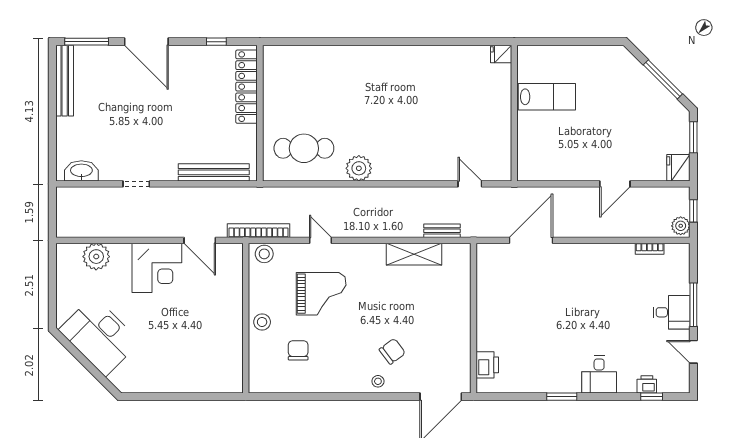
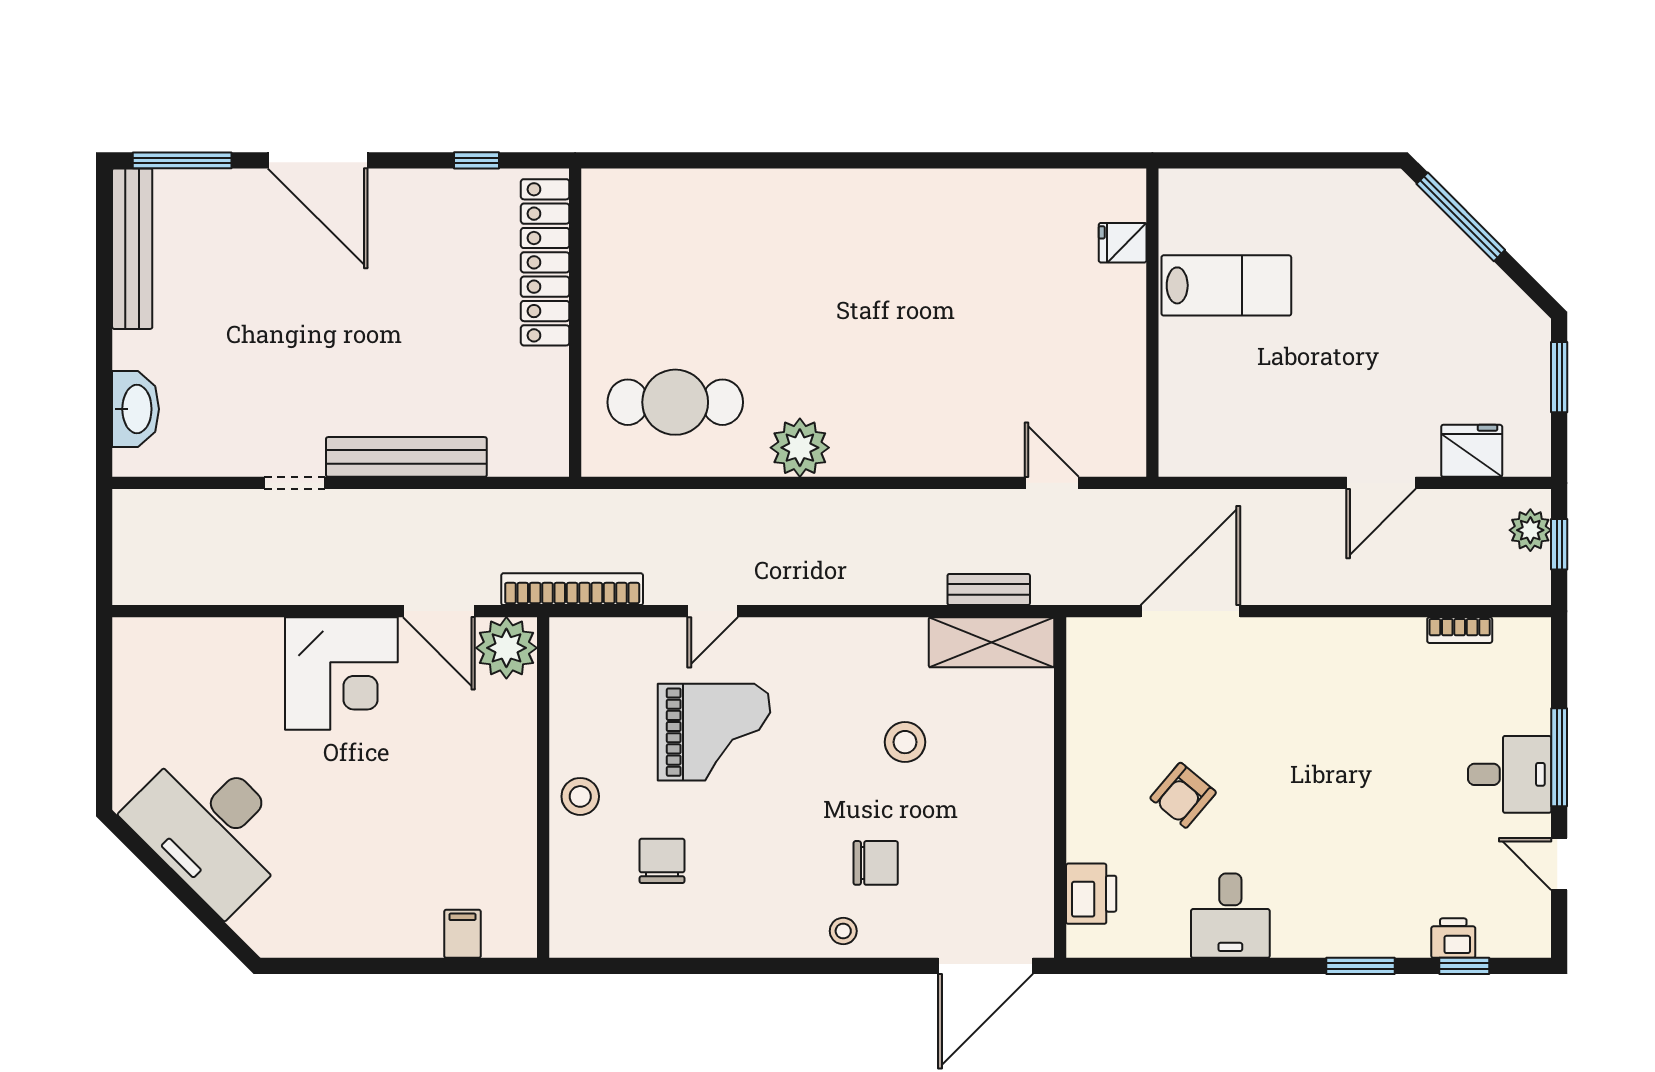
fridge: (501, 54) -> (1123, 243), moved
window: (663, 79) -> (1461, 217), moved
fridge: (678, 168) -> (1472, 451), moved, turned 90
washbasin: (81, 171) -> (136, 409), moved, turned 90
bench: (214, 172) -> (406, 457), moved
plant: (681, 226) -> (1530, 530), moved
door: (320, 240) -> (713, 611), swing flipped
stool: (264, 254) -> (905, 742), moved
shelving: (414, 254) -> (991, 642), moved
plant: (96, 257) -> (506, 648), moved
armchair: (528, 321) -> (1183, 795), added
chair: (392, 351) -> (876, 863), turned 37
desk: (599, 375) -> (1230, 916), moved
filing cabinet: (210, 383) -> (462, 934), added
window: (562, 397) -> (1361, 966), moved

